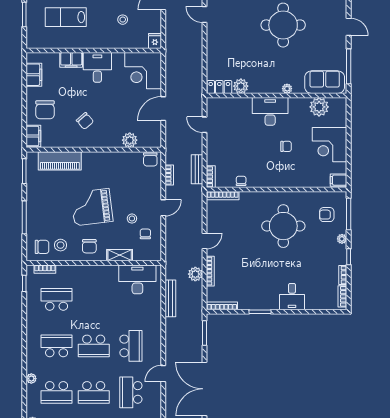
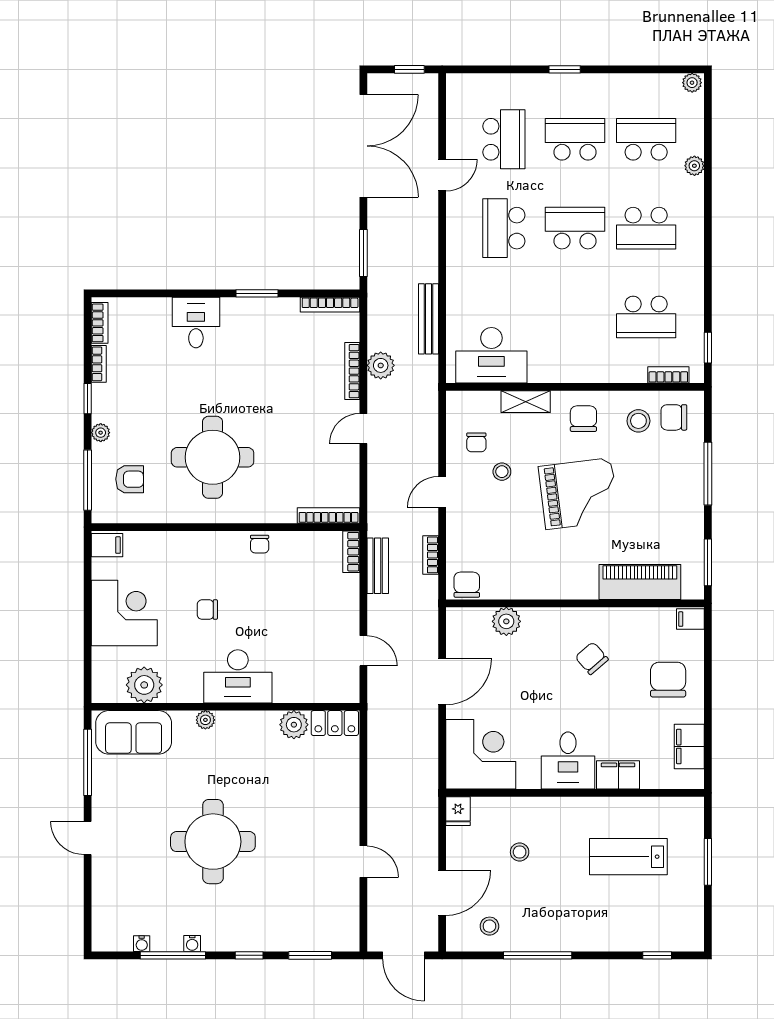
lab bench: (66, 17) -> (628, 857), turned 180
filing cabinet: (33, 136) -> (690, 619), width x0.50
chair: (241, 181) -> (260, 544), moved

